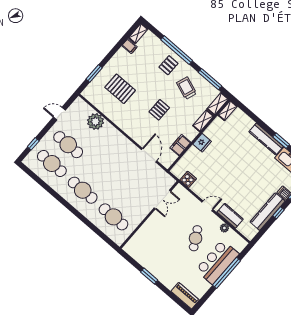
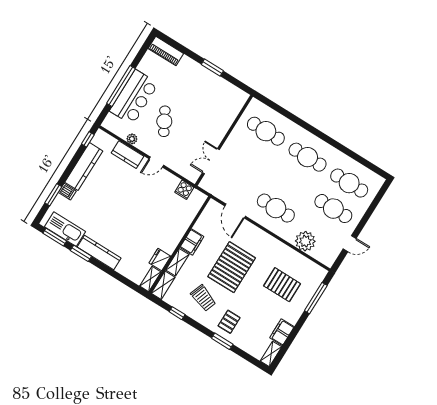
filing cabinet: (130, 46) -> (282, 332), width x2.00
window: (177, 50) -> (222, 341), width x0.47
window: (94, 73) -> (316, 298), width x1.44
window: (210, 79) -> (177, 313), width x0.46
pallet: (159, 110) -> (232, 267), width x2.05, depth x2.00
fridge: (202, 143) -> (160, 260), moved
window: (33, 144) -> (375, 203), removed
filing cabinet: (180, 145) -> (192, 242), moved
cafe table: (115, 153) -> (276, 208), added
window: (279, 213) -> (88, 139), moved

